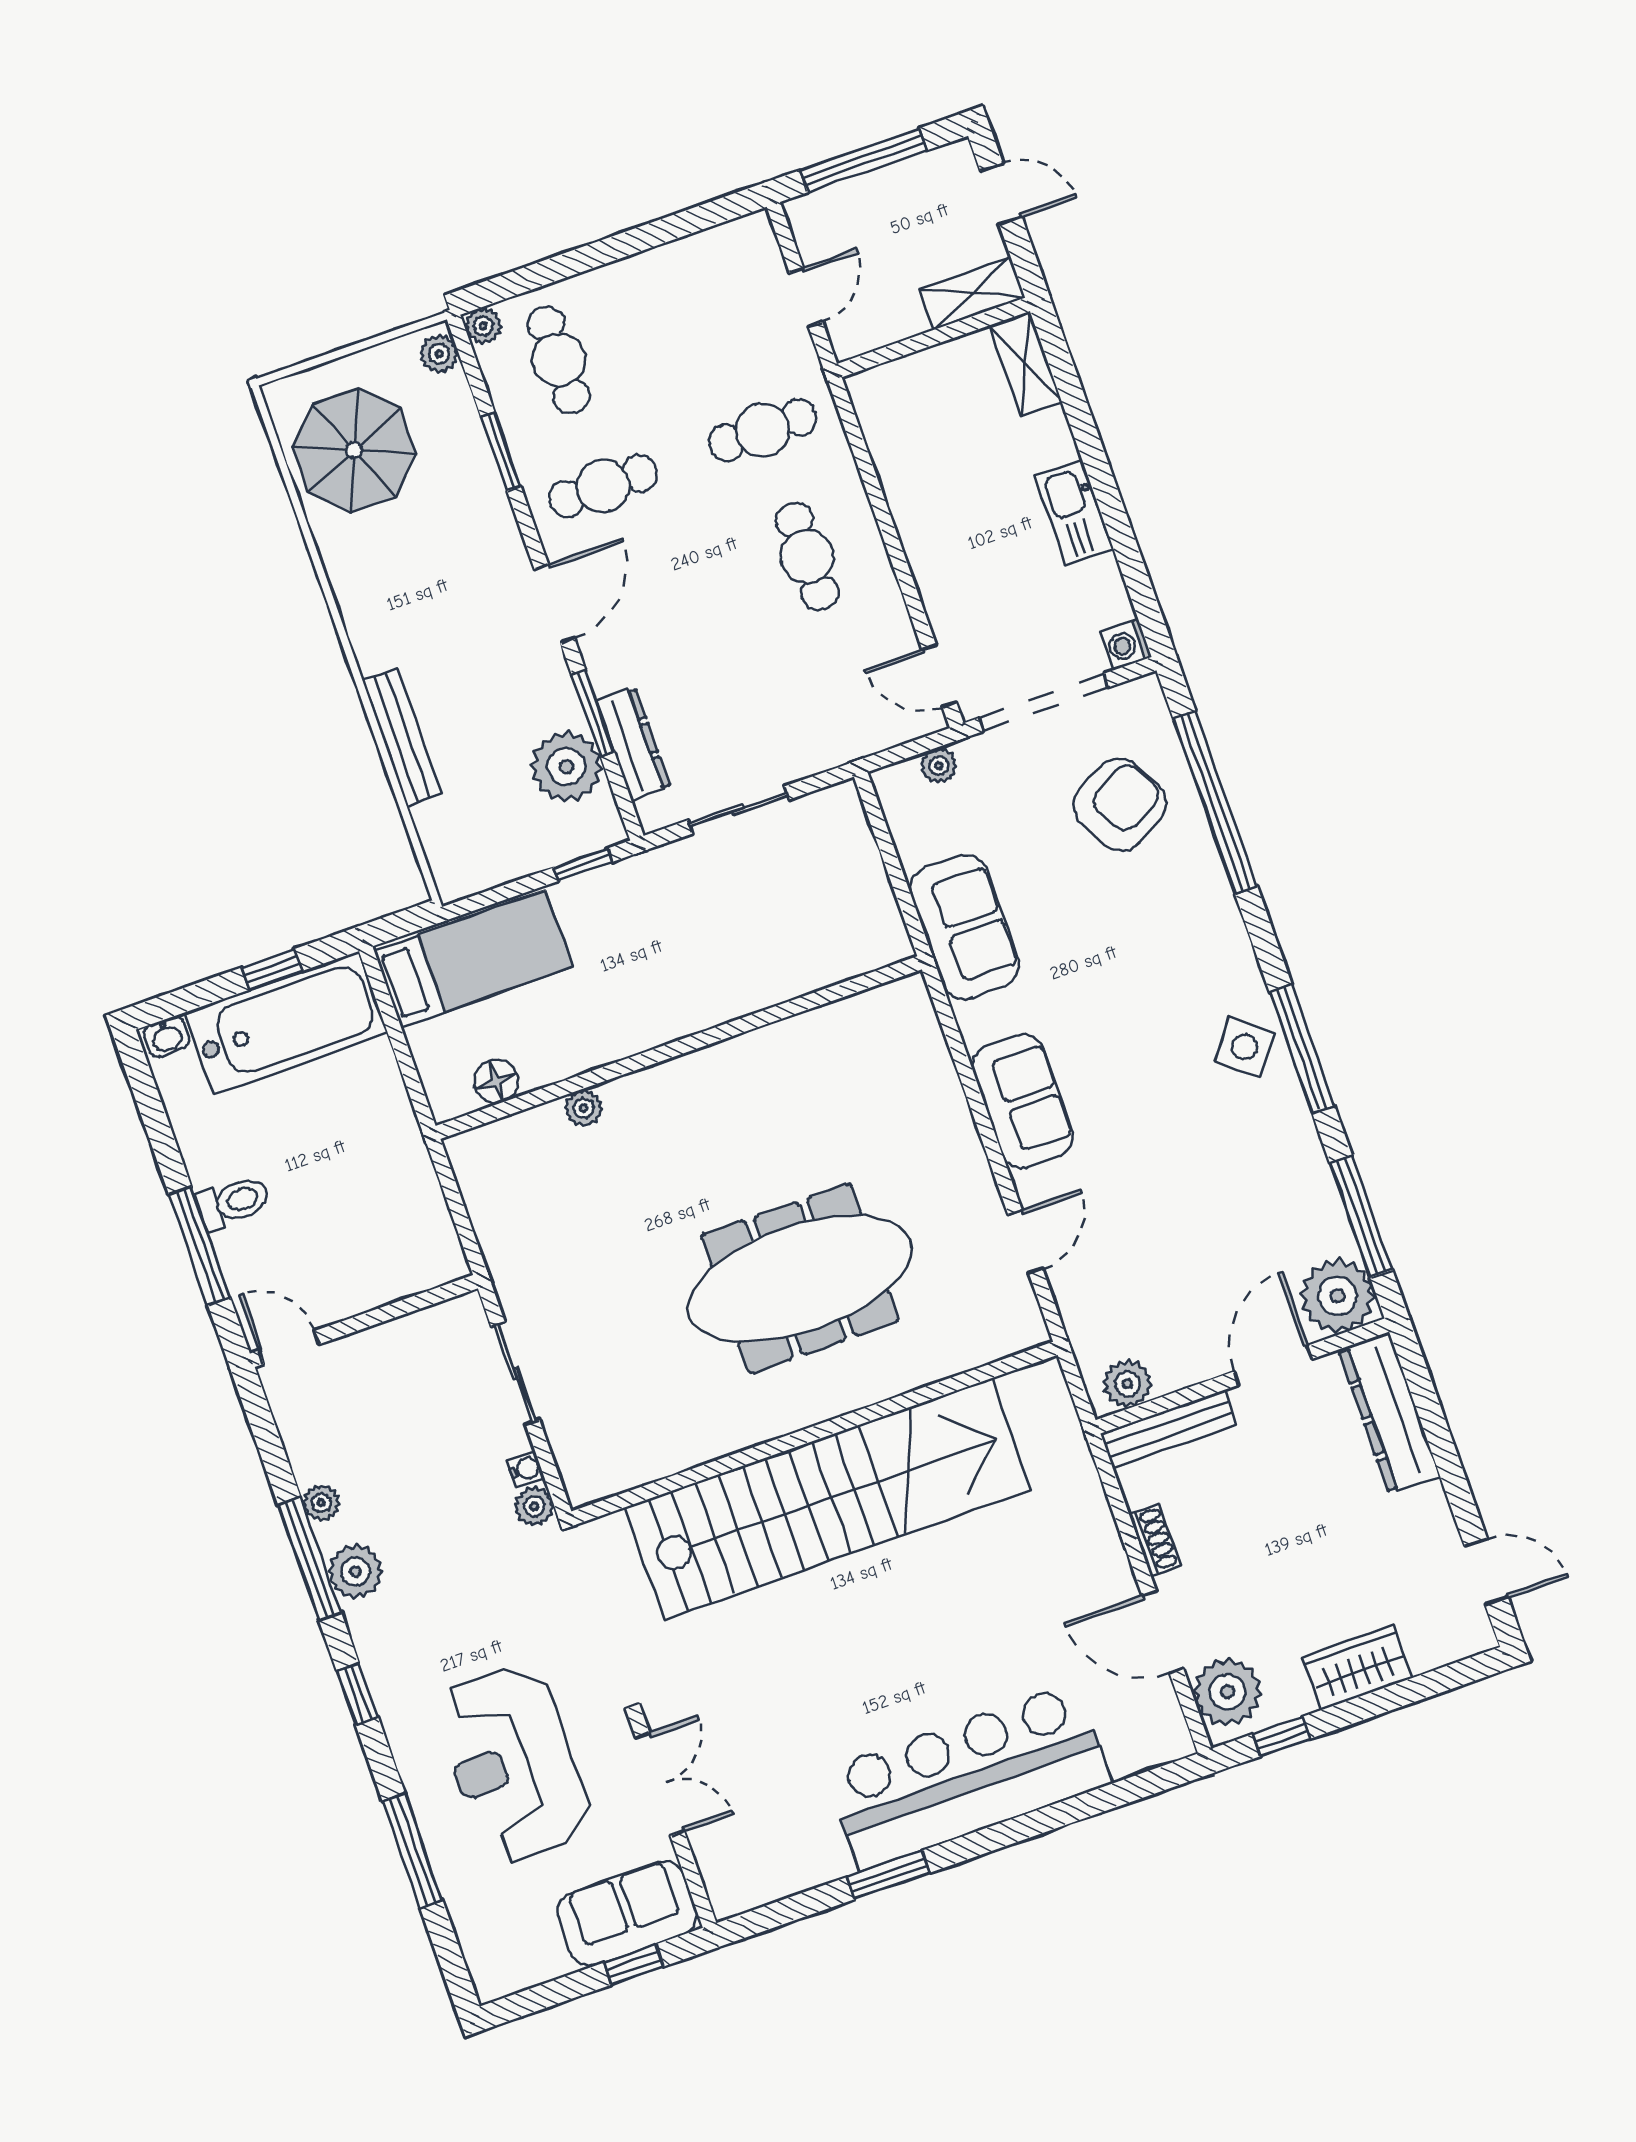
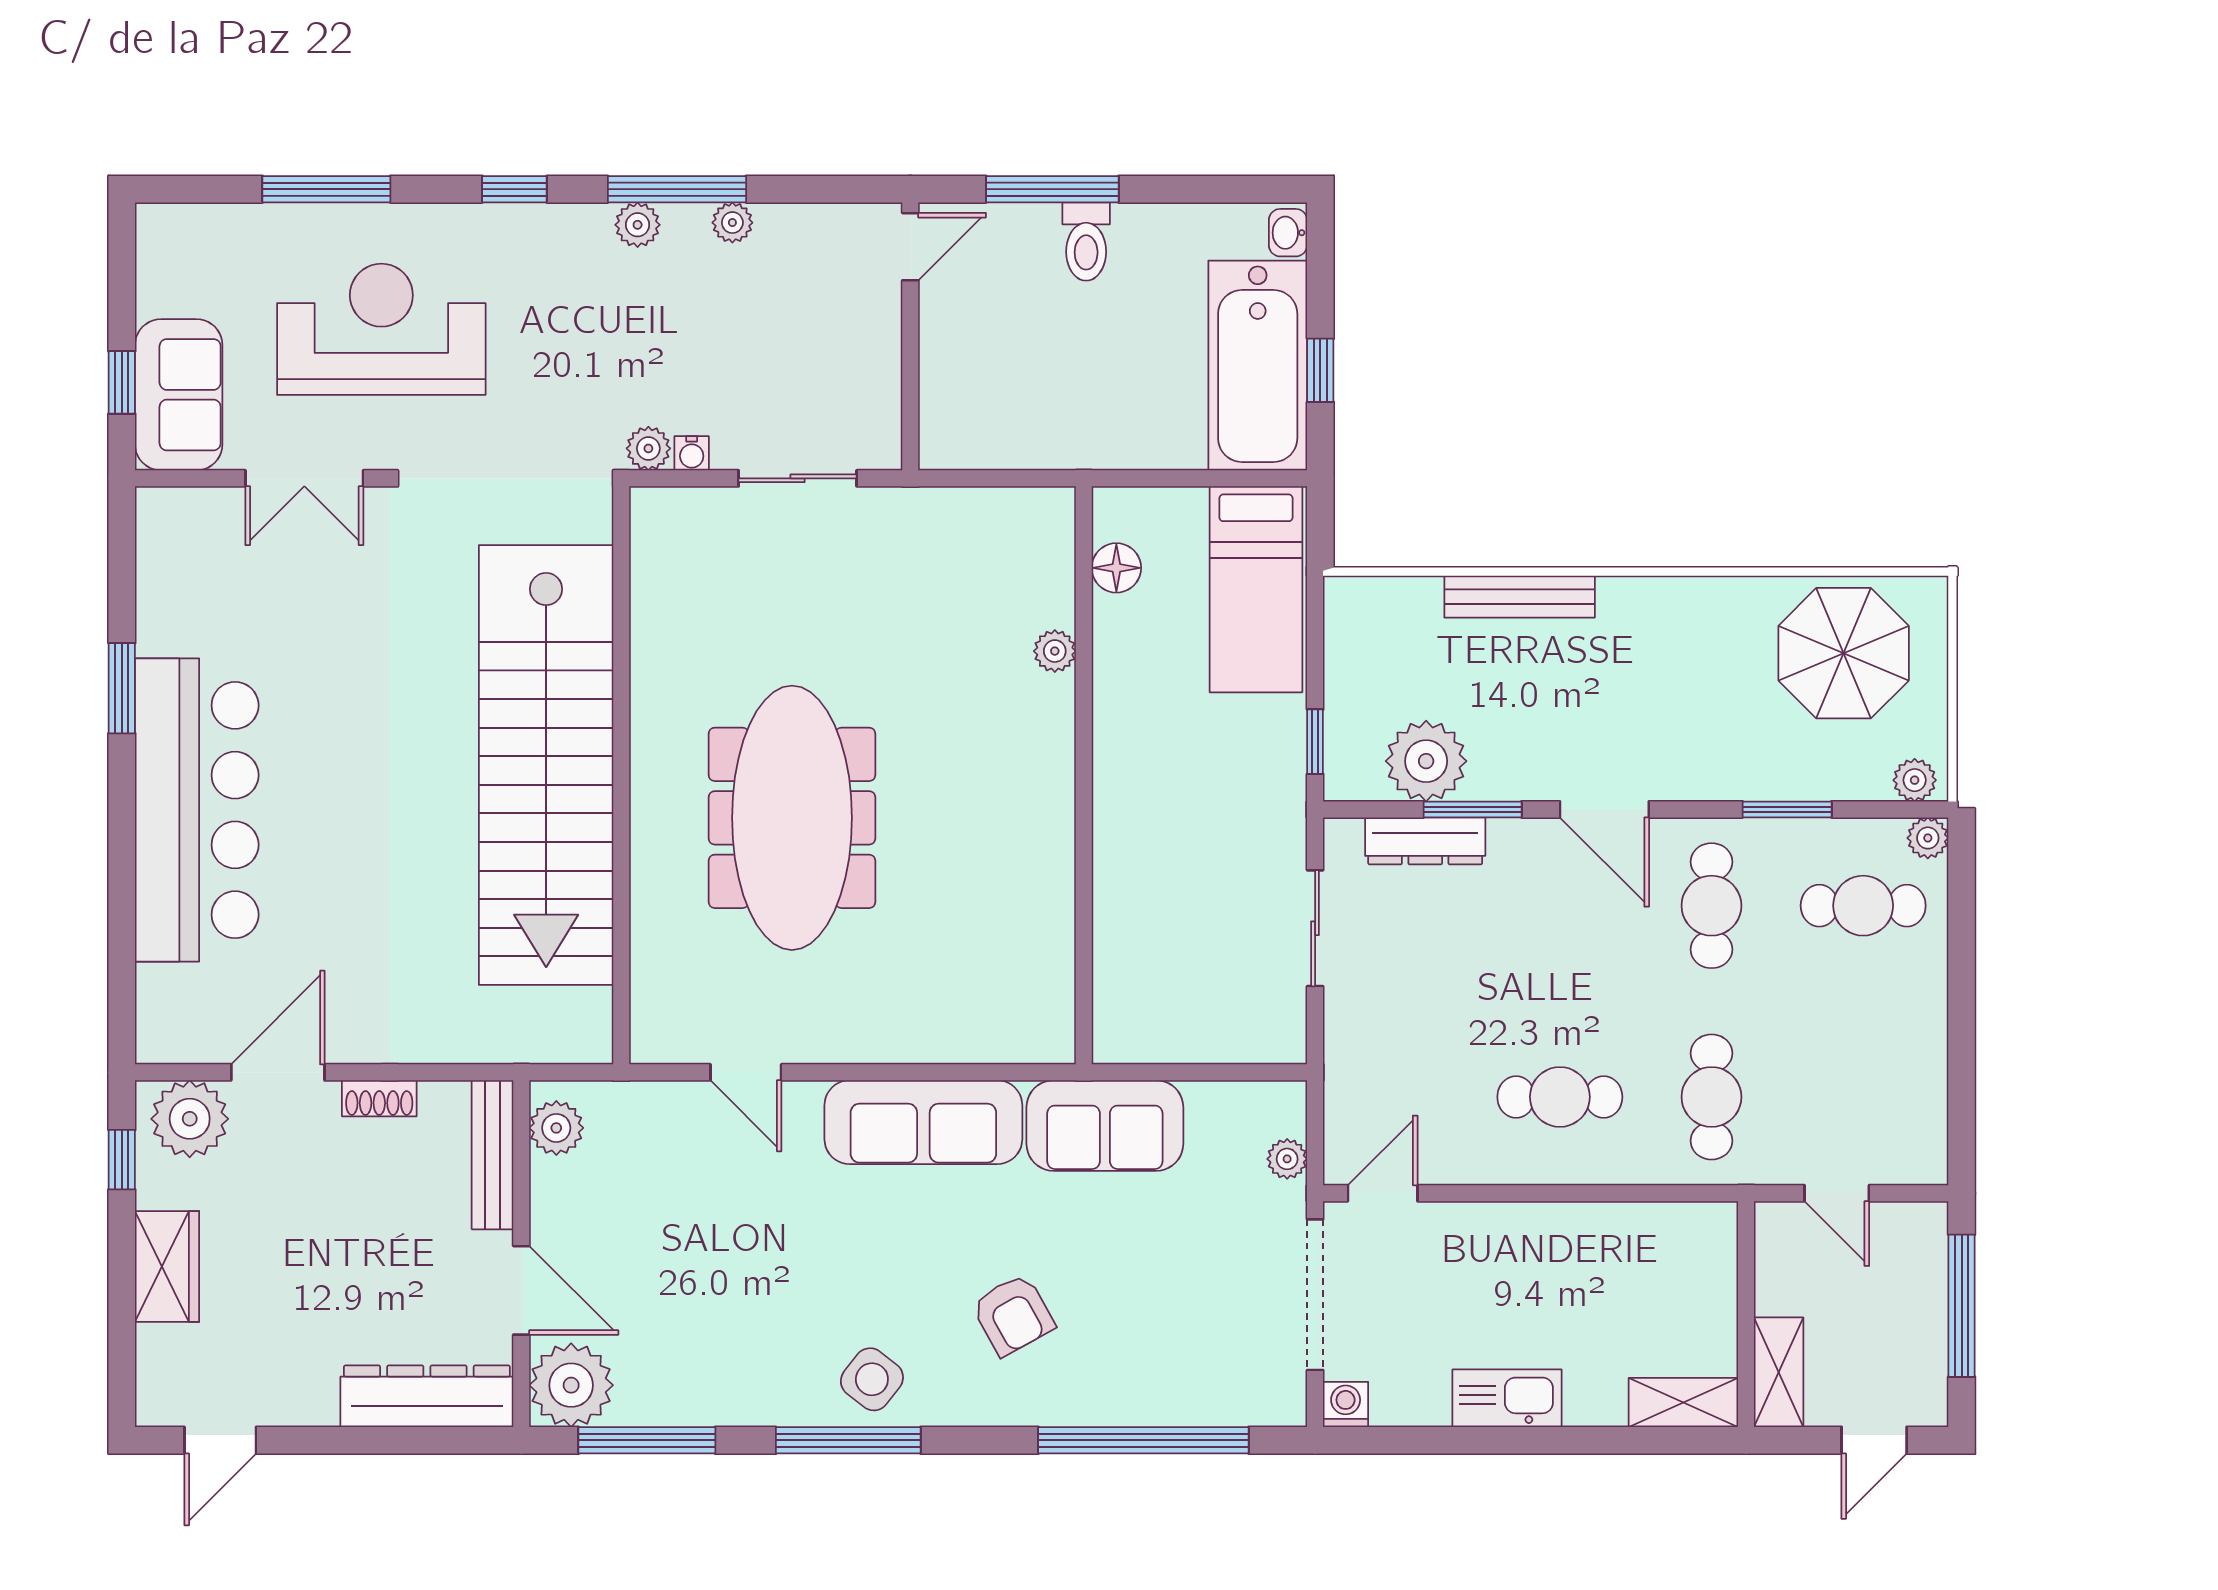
armchair: (1120, 805) -> (1013, 1315), moved, width x0.72, depth x0.72
sofa: (1023, 1101) -> (923, 1122), width x1.36
plant: (355, 1572) -> (638, 225), width x0.73, depth x0.73

